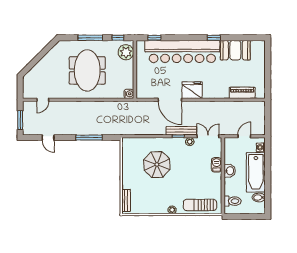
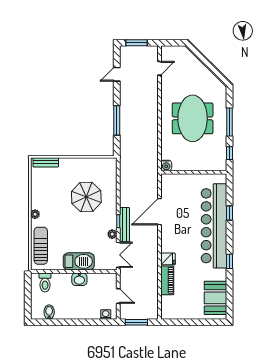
window: (154, 38) -> (229, 213), moved
booth: (235, 50) -> (215, 298), moved
plant: (126, 52) -> (213, 162), removed
meeting table: (87, 70) -> (193, 118), turned 90
fridge: (192, 90) -> (168, 259), moved, width x0.53, depth x0.75
piano: (242, 93) -> (167, 280), moved
door: (43, 100) -> (159, 68), swing flipped
window: (268, 120) -> (136, 322), added
barbecue: (217, 165) -> (79, 261), width x1.88, depth x1.53
bathtub: (256, 172) -> (78, 309), removed

